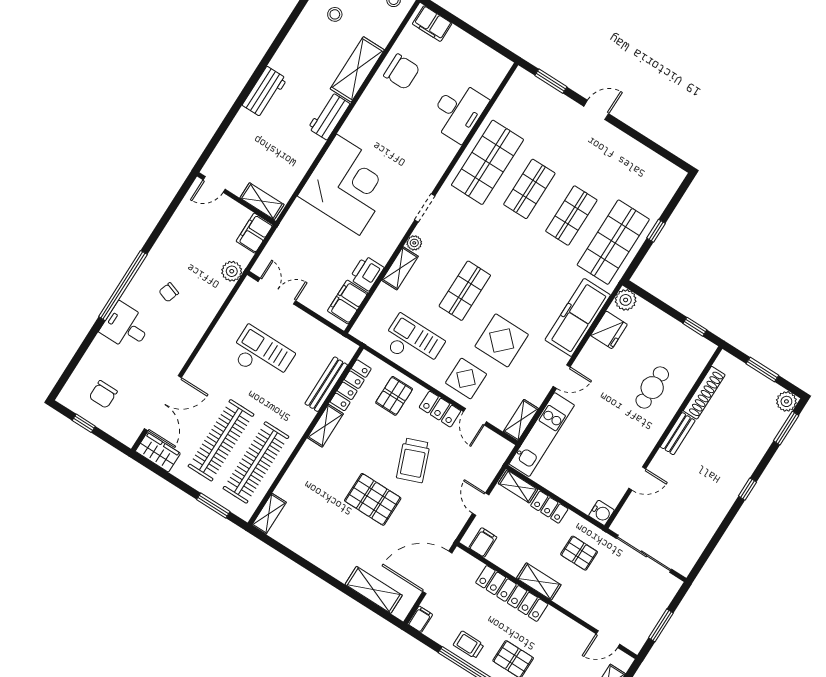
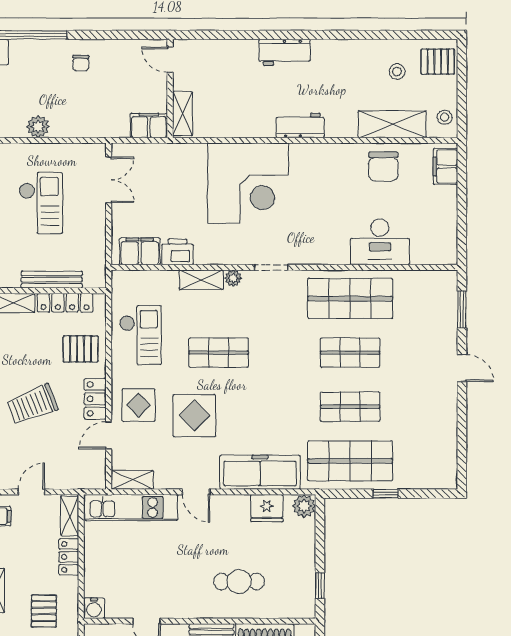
shelving: (357, 69) -> (392, 124), moved
plant: (232, 271) -> (38, 127), moved
chair: (169, 292) -> (81, 63), moved, turned -109

